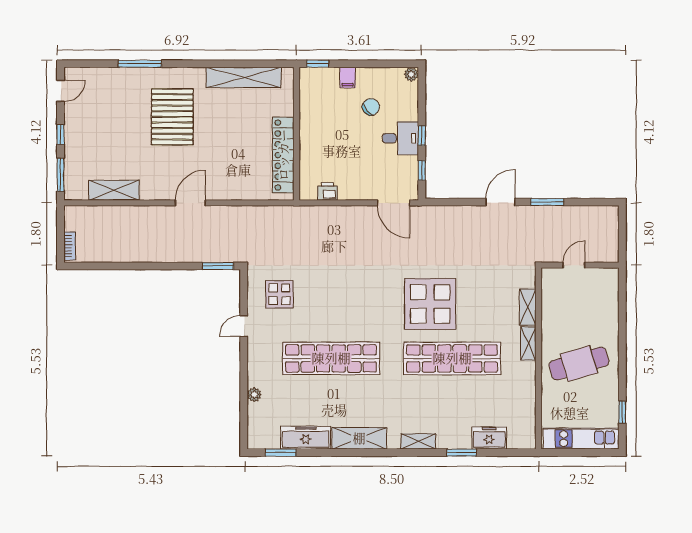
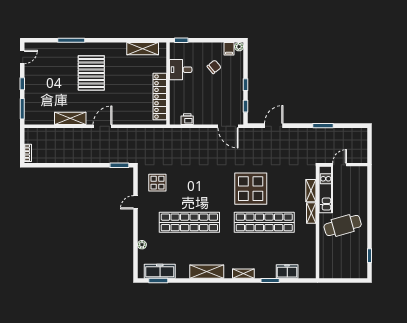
shelving: (243, 77) -> (143, 49), width x0.68
filing cabinet: (348, 78) -> (229, 49), moved
desk: (400, 138) -> (181, 70), moved, turned 180
shelving: (114, 190) -> (70, 118), moved
door: (501, 202) -> (274, 126), moved
freezer: (306, 438) -> (160, 271), moved
kitchen unit: (581, 439) -> (326, 190), moved, turned 90

